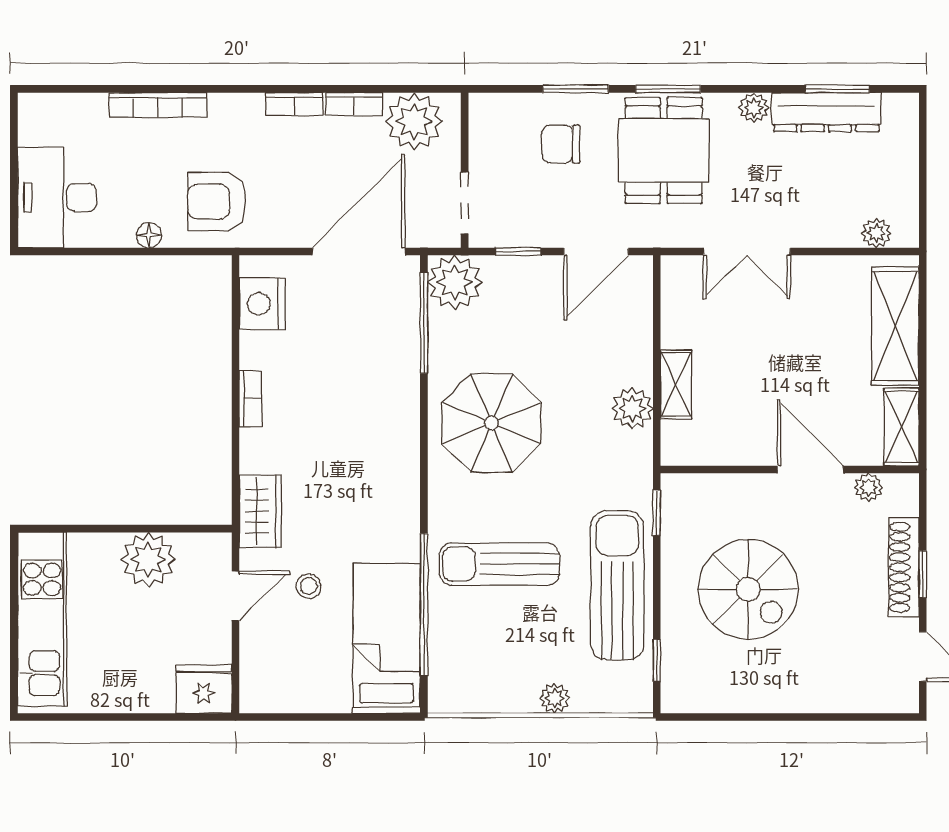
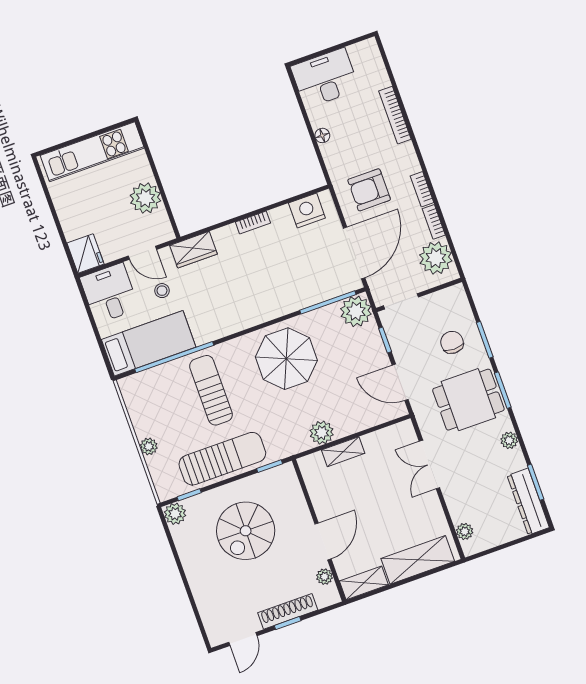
dresser: (826, 112) -> (528, 502), moved
armchair: (217, 202) -> (369, 190), moved, turned -90
door: (359, 251) -> (354, 253), hinge flipped
desk: (282, 673) -> (109, 293), added
plant: (679, 694) -> (175, 514), added

